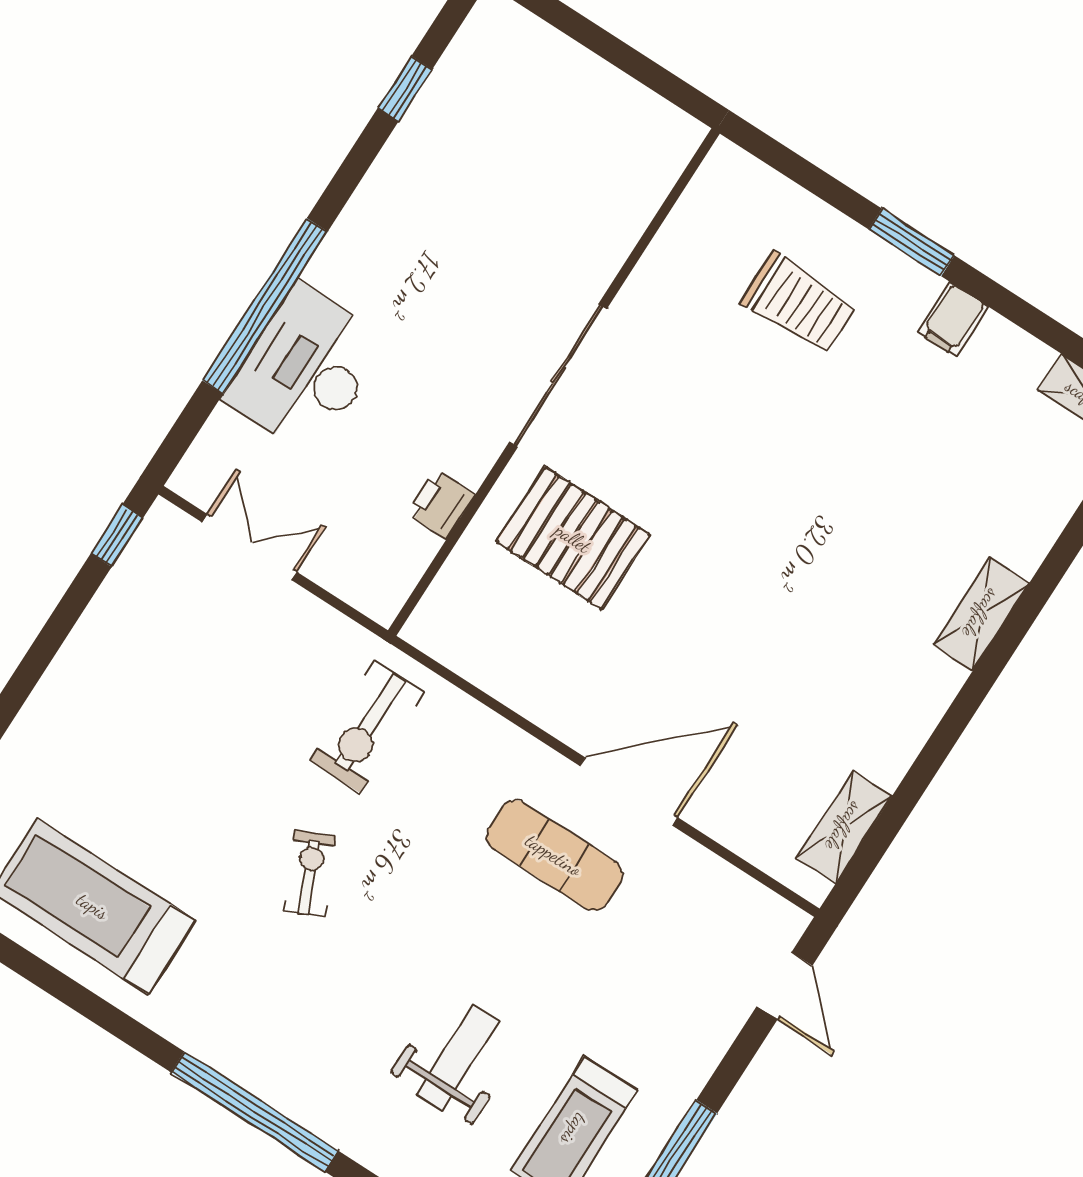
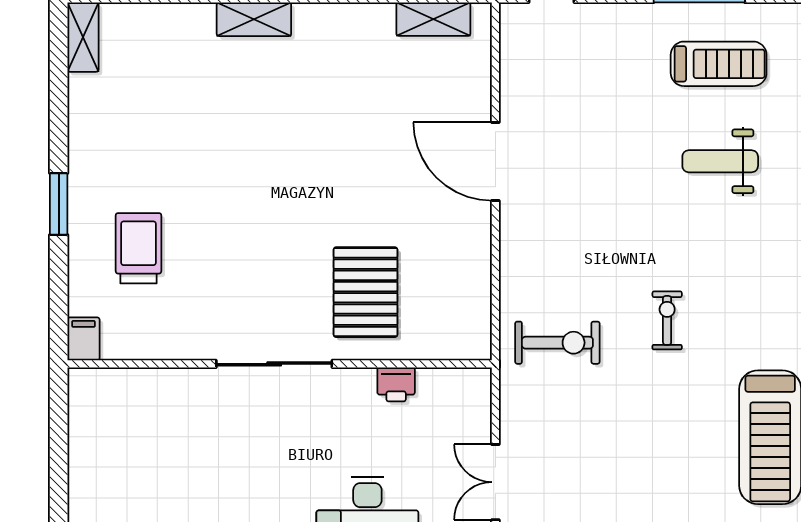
filing cabinet: (953, 320) -> (83, 339), moved, turned -90
exercise mat: (554, 855) -> (562, 181), removed
exercise bike: (310, 874) -> (667, 320), turned 115

